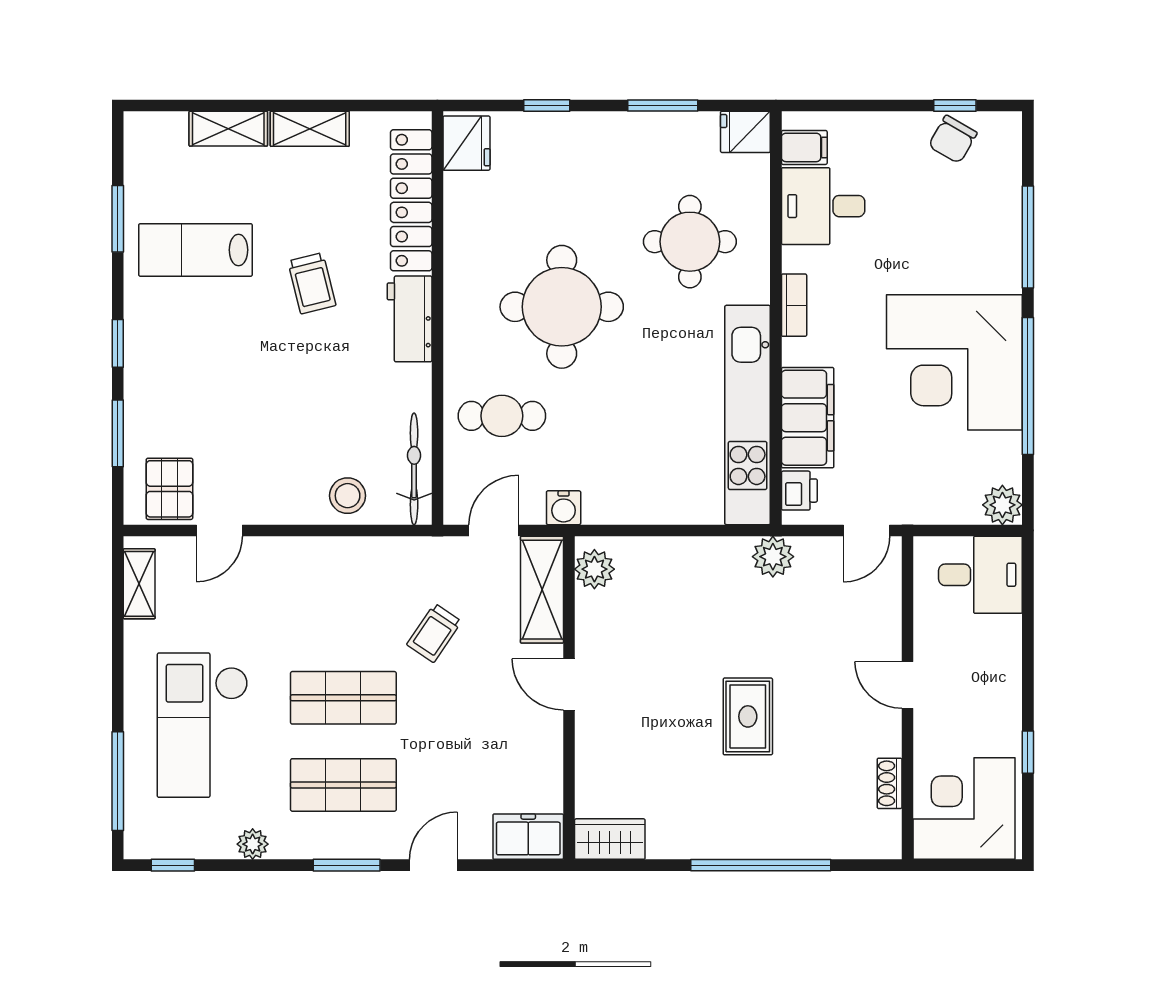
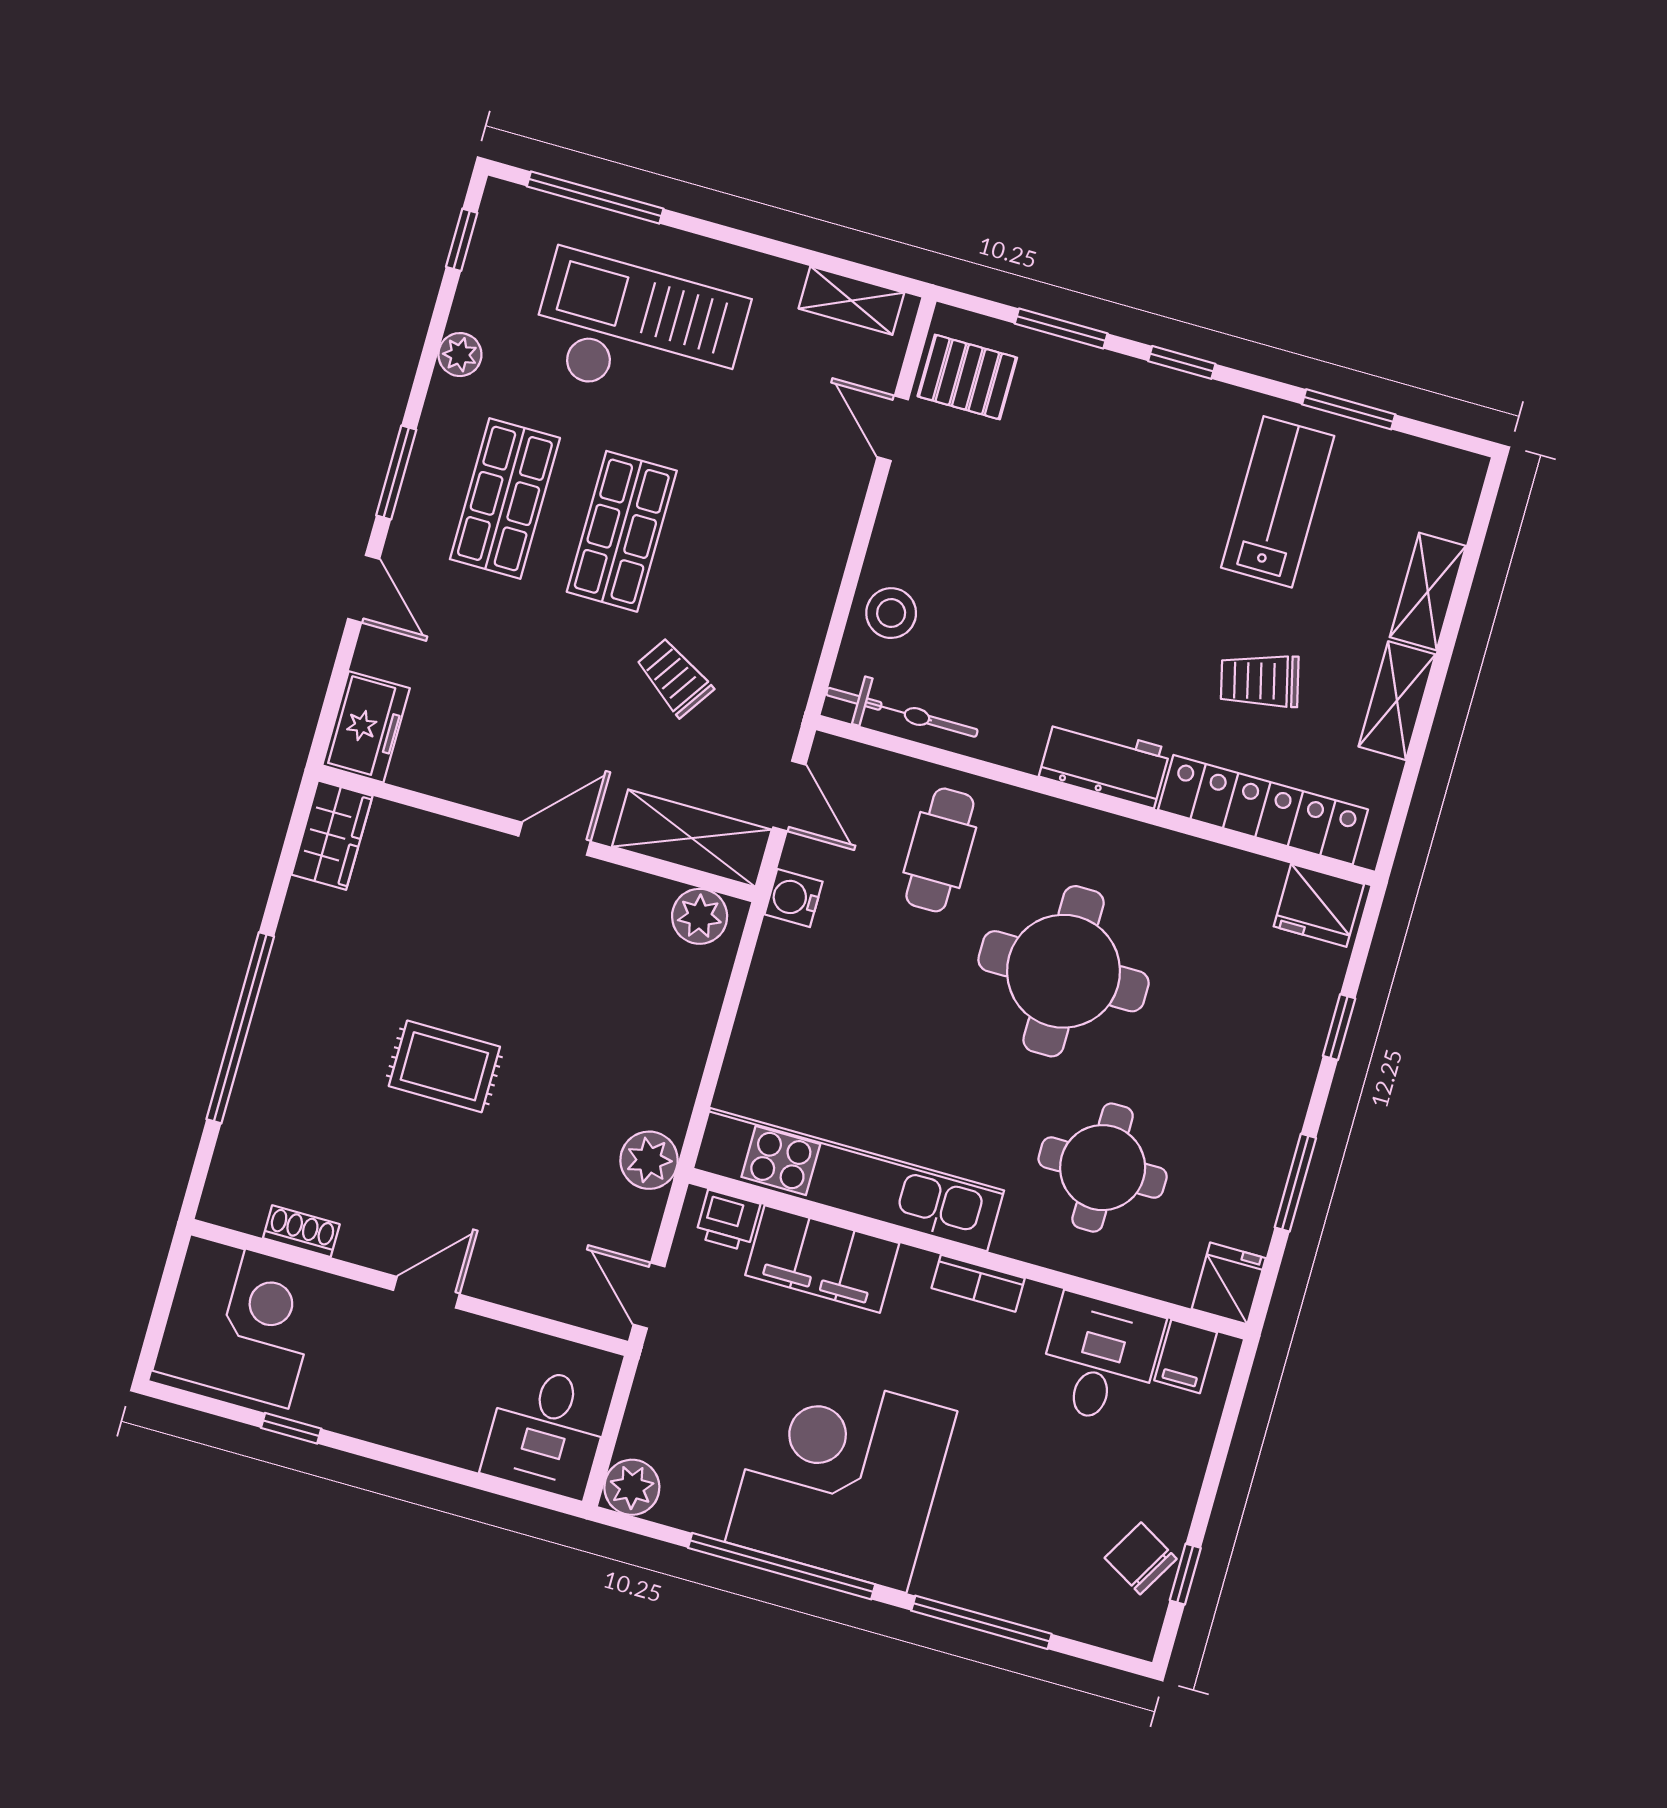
trolley: (312, 283) -> (1260, 681), moved

